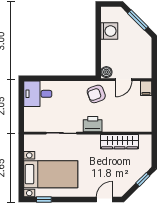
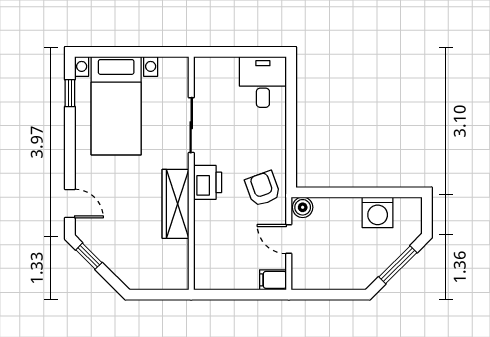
wardrobe: (120, 142) -> (176, 204), moved
window: (143, 179) -> (89, 256), moved

